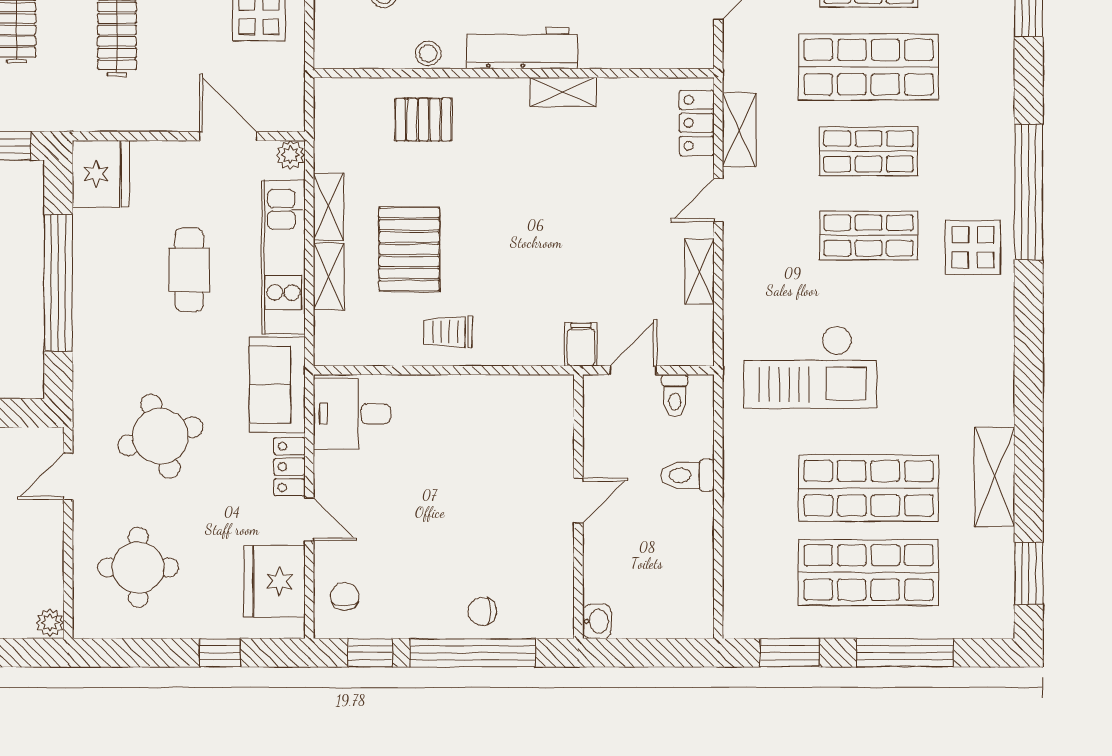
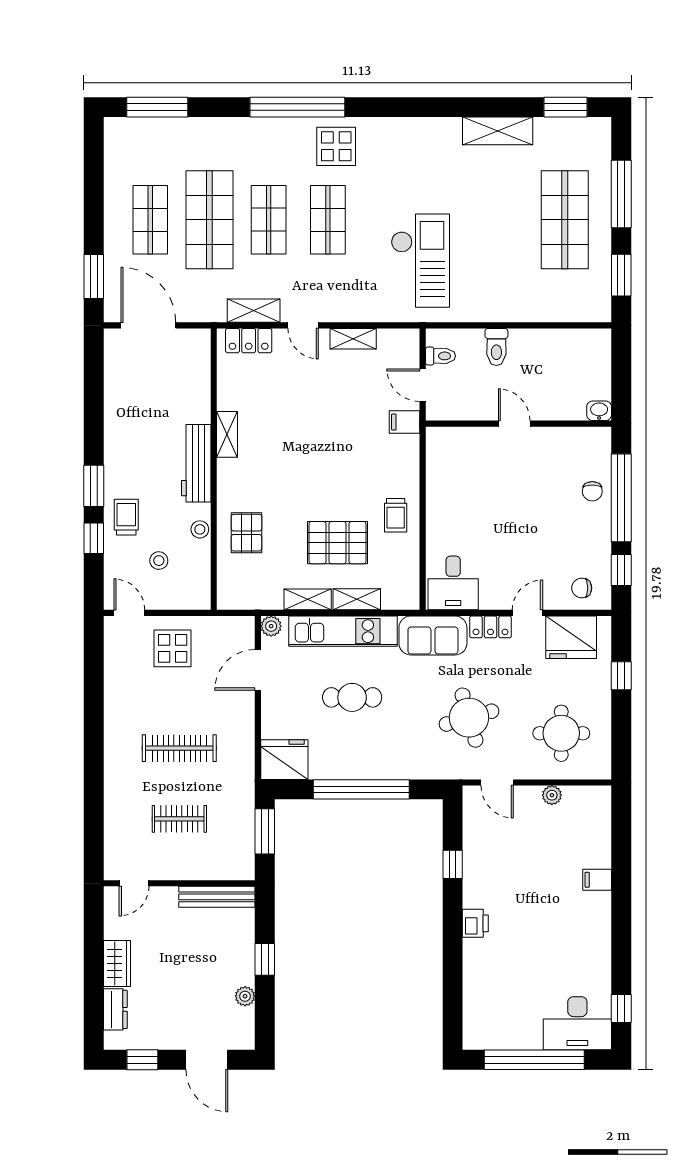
shop shelf: (869, 488) -> (506, 220), removed
plant: (50, 623) -> (552, 795), moved

